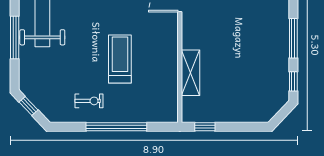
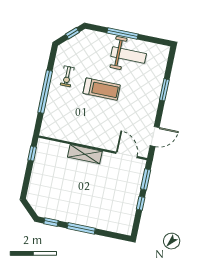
treadmill: (120, 59) -> (102, 89), moved
shelving: (191, 73) -> (85, 154), moved

